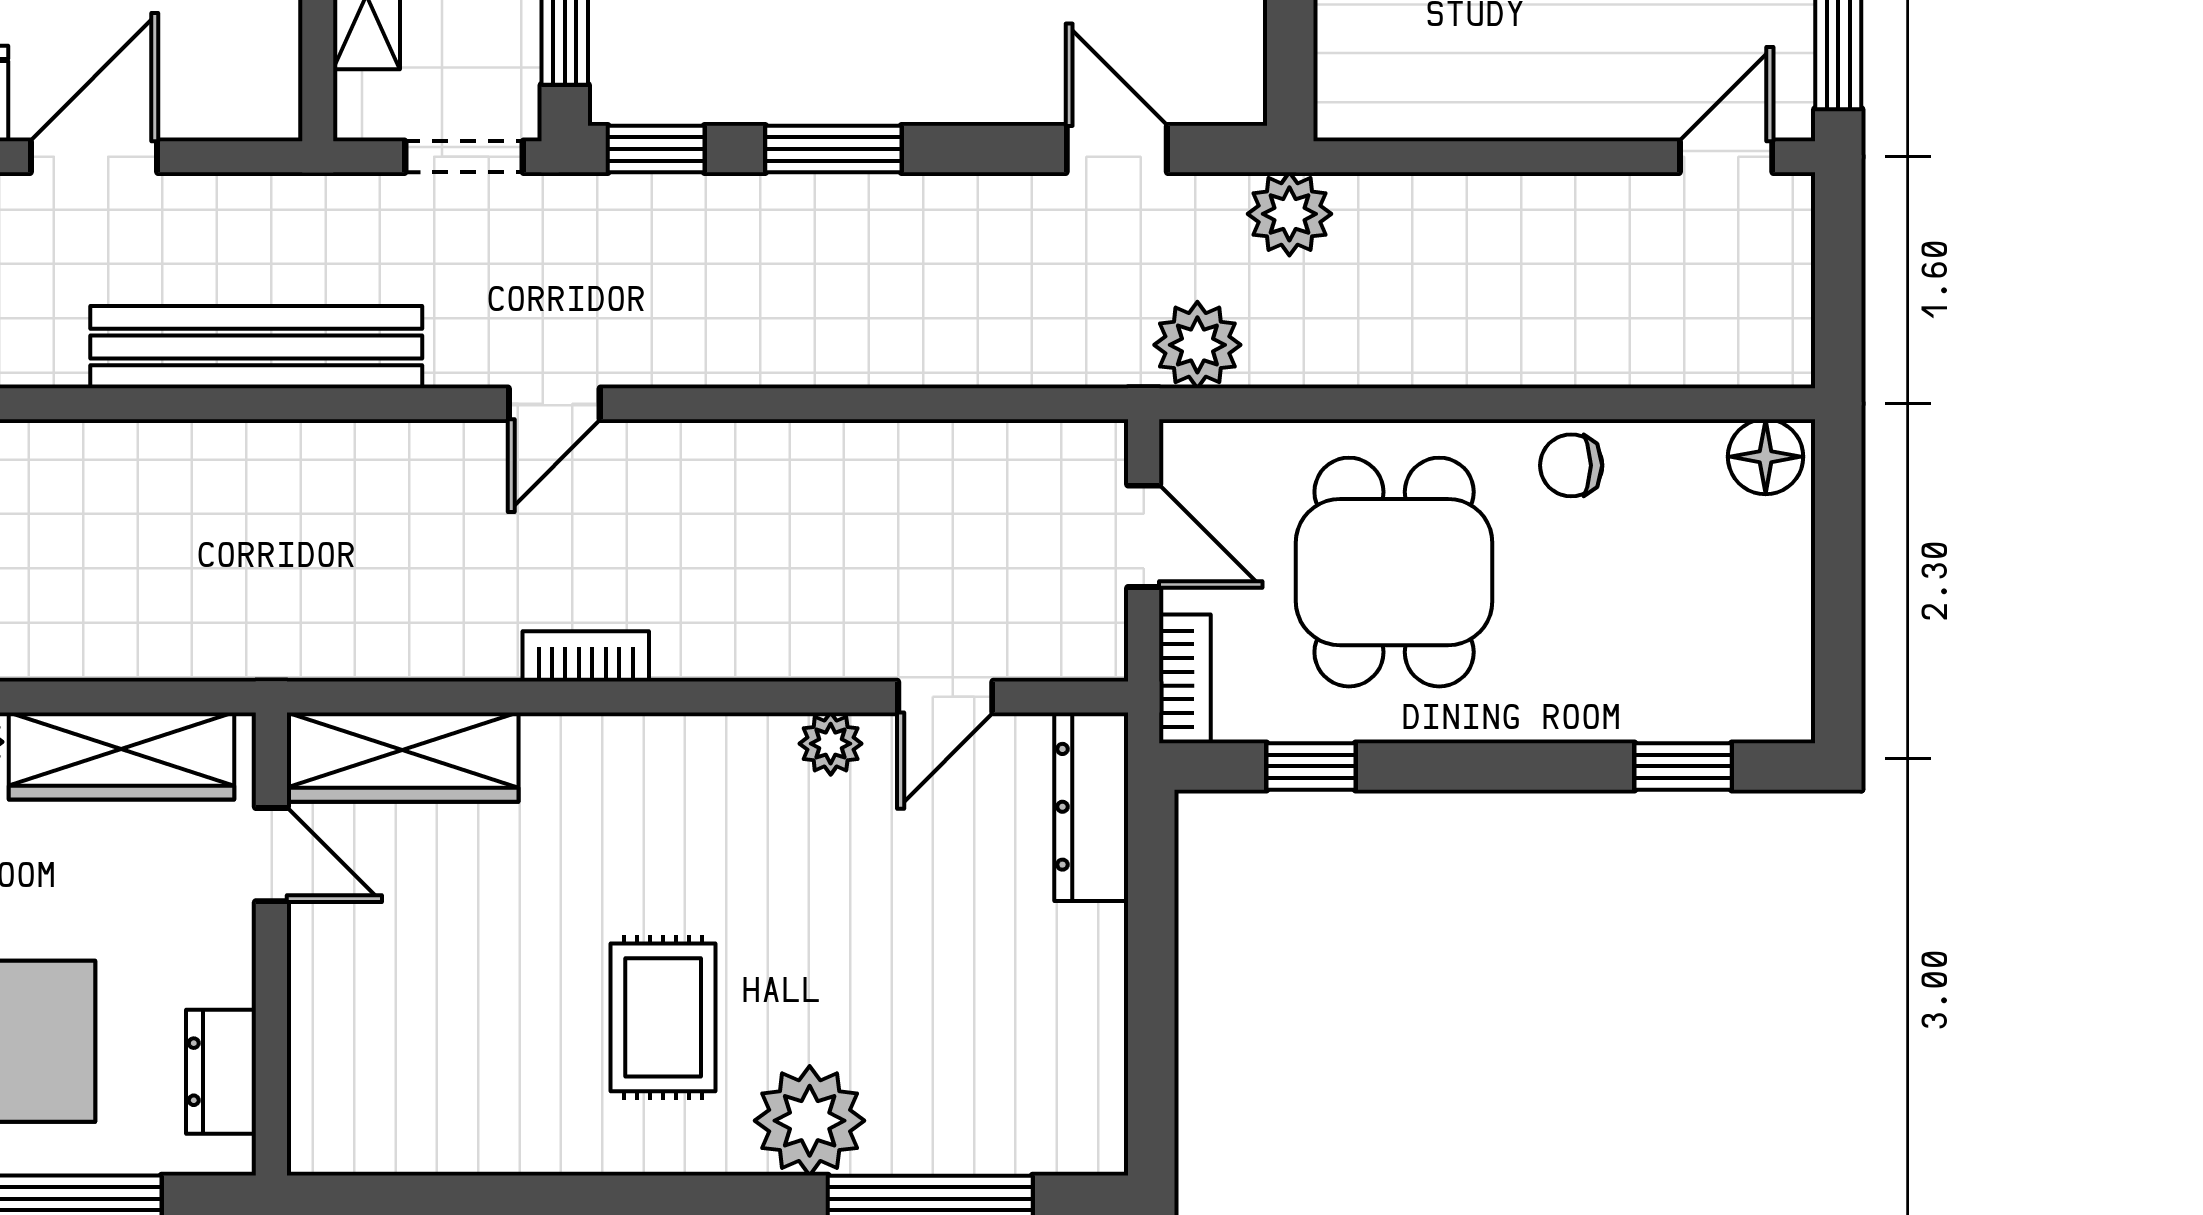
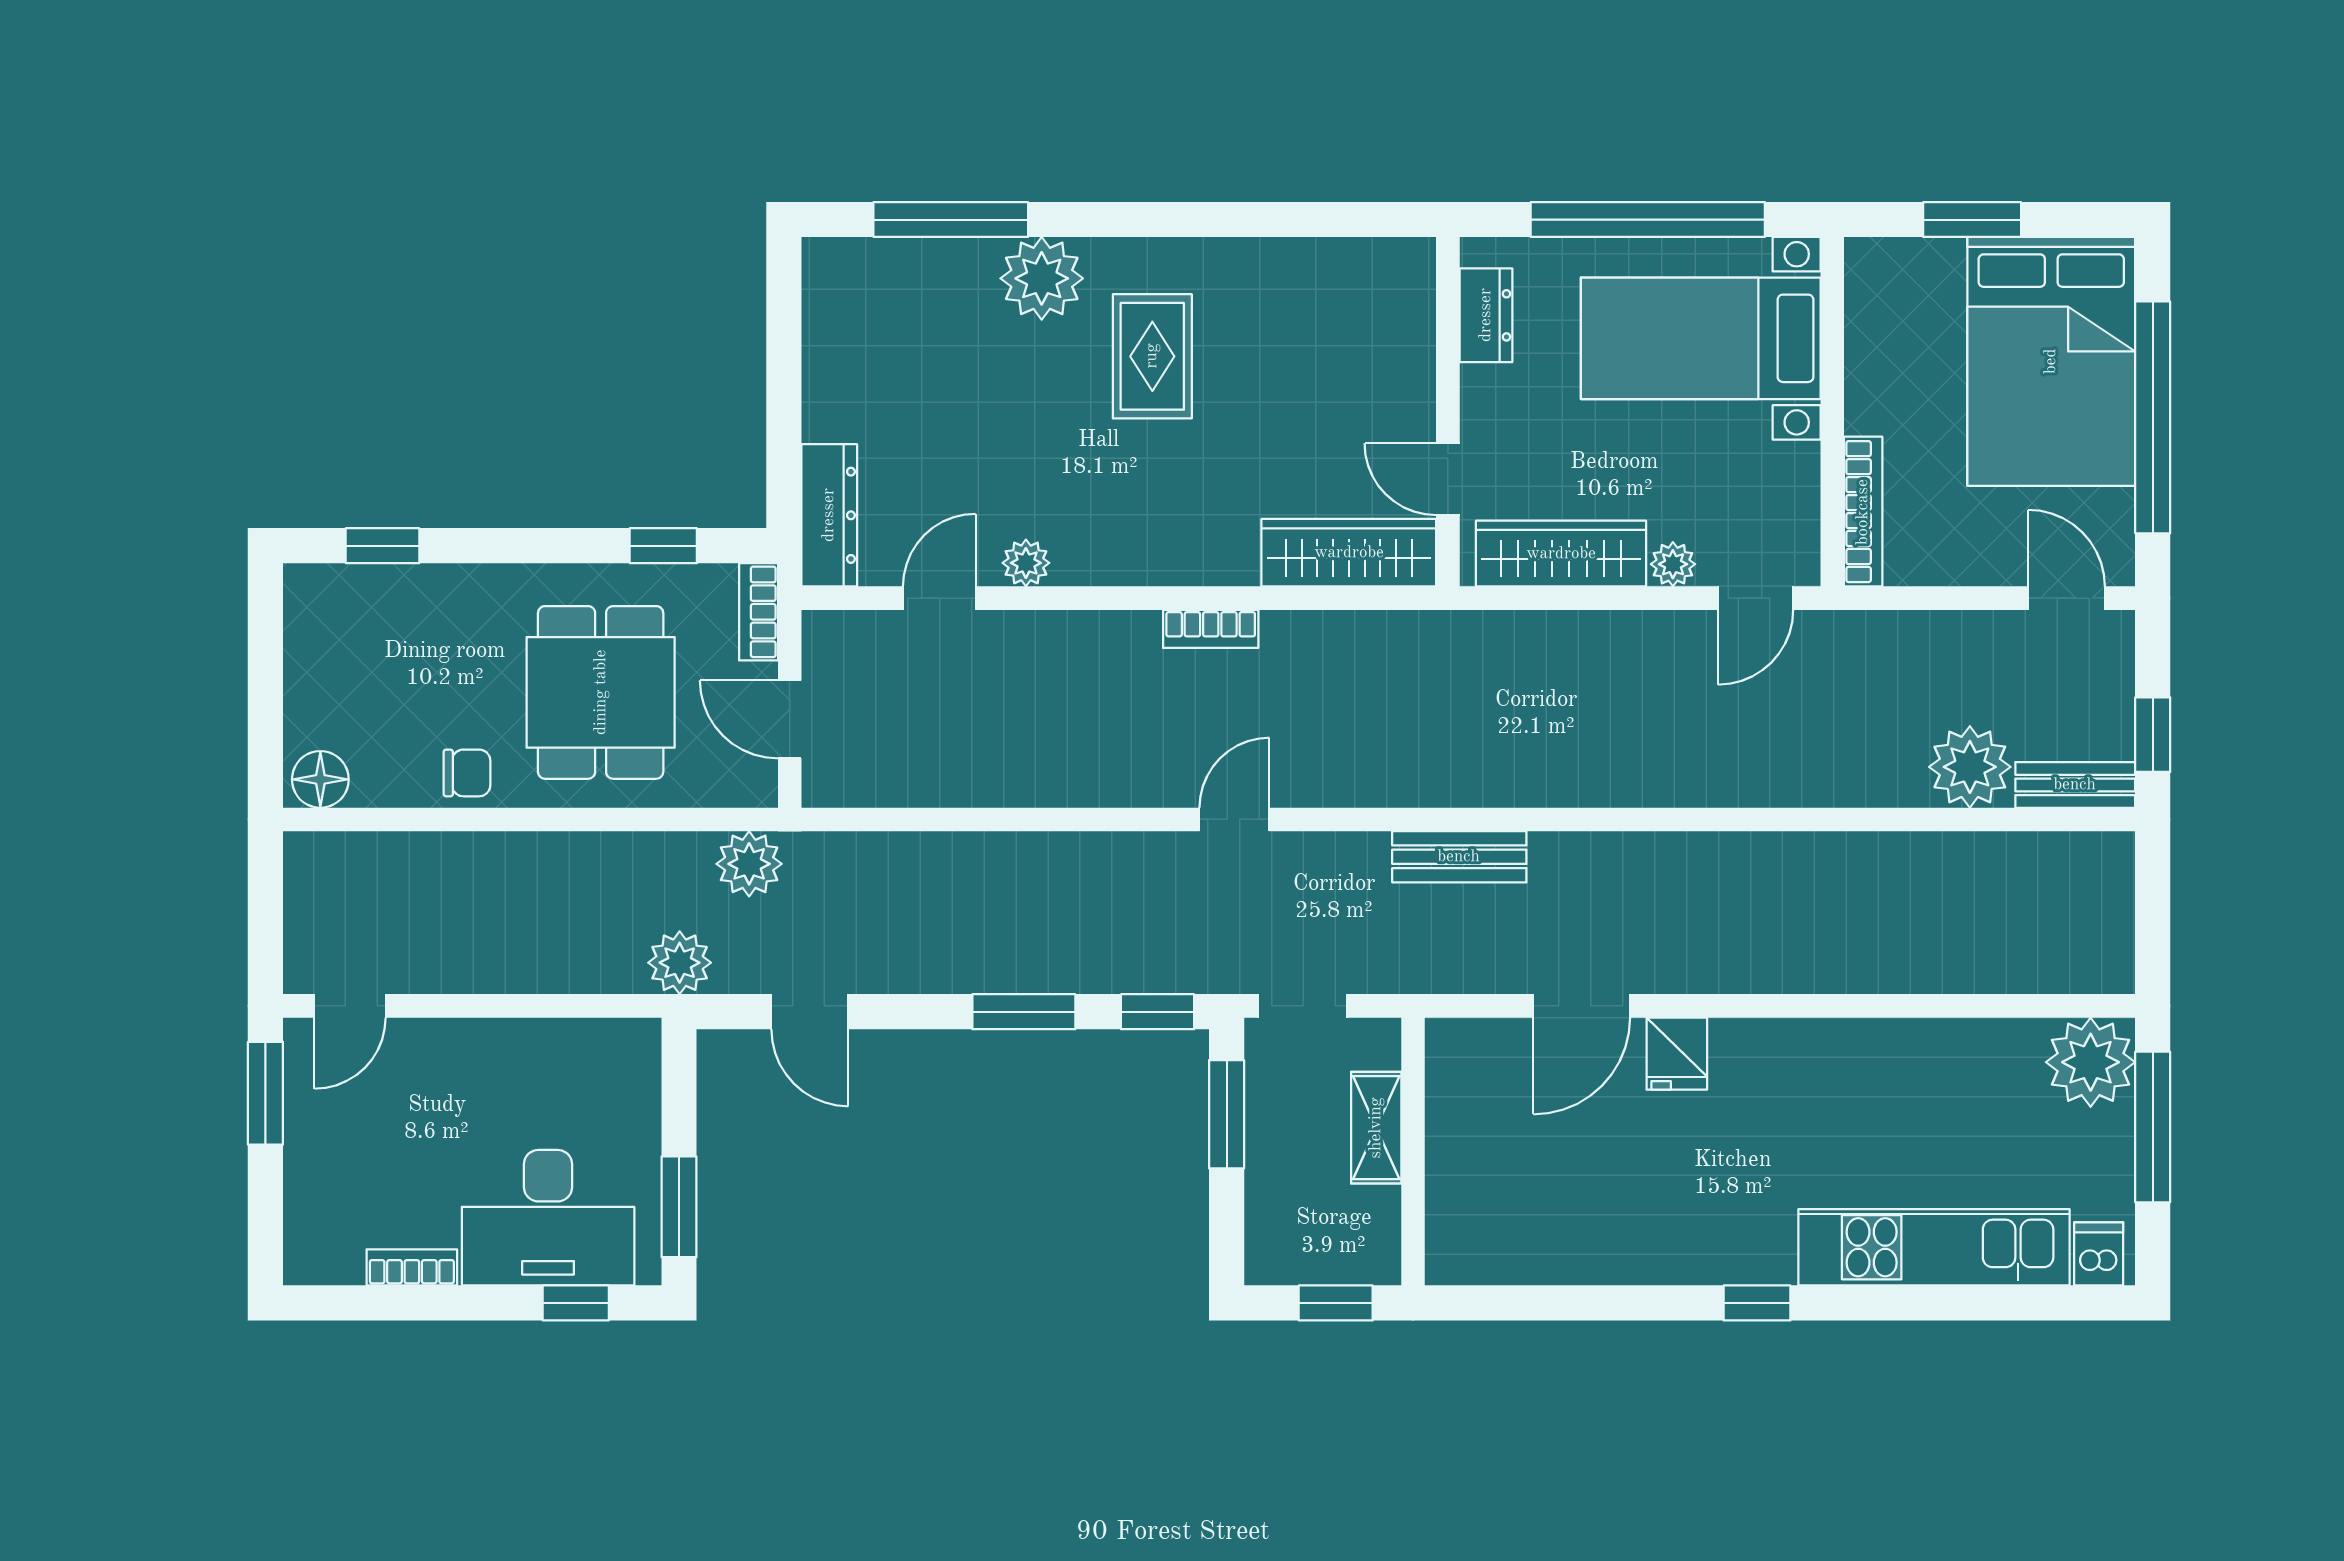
bench: (256, 347) -> (1459, 857), width x0.54, depth x0.82

